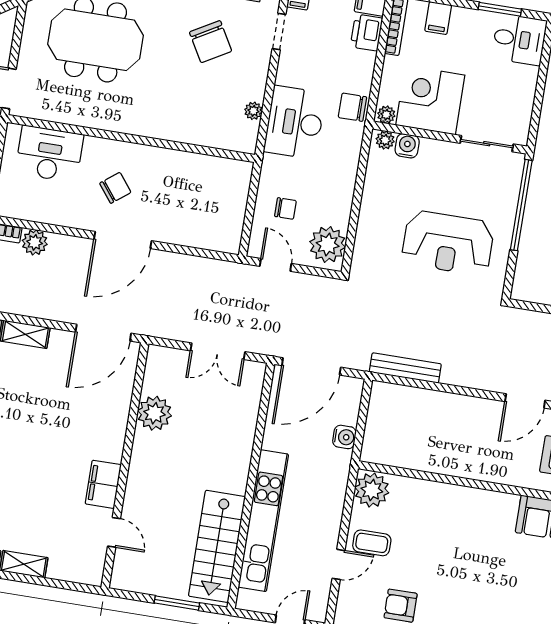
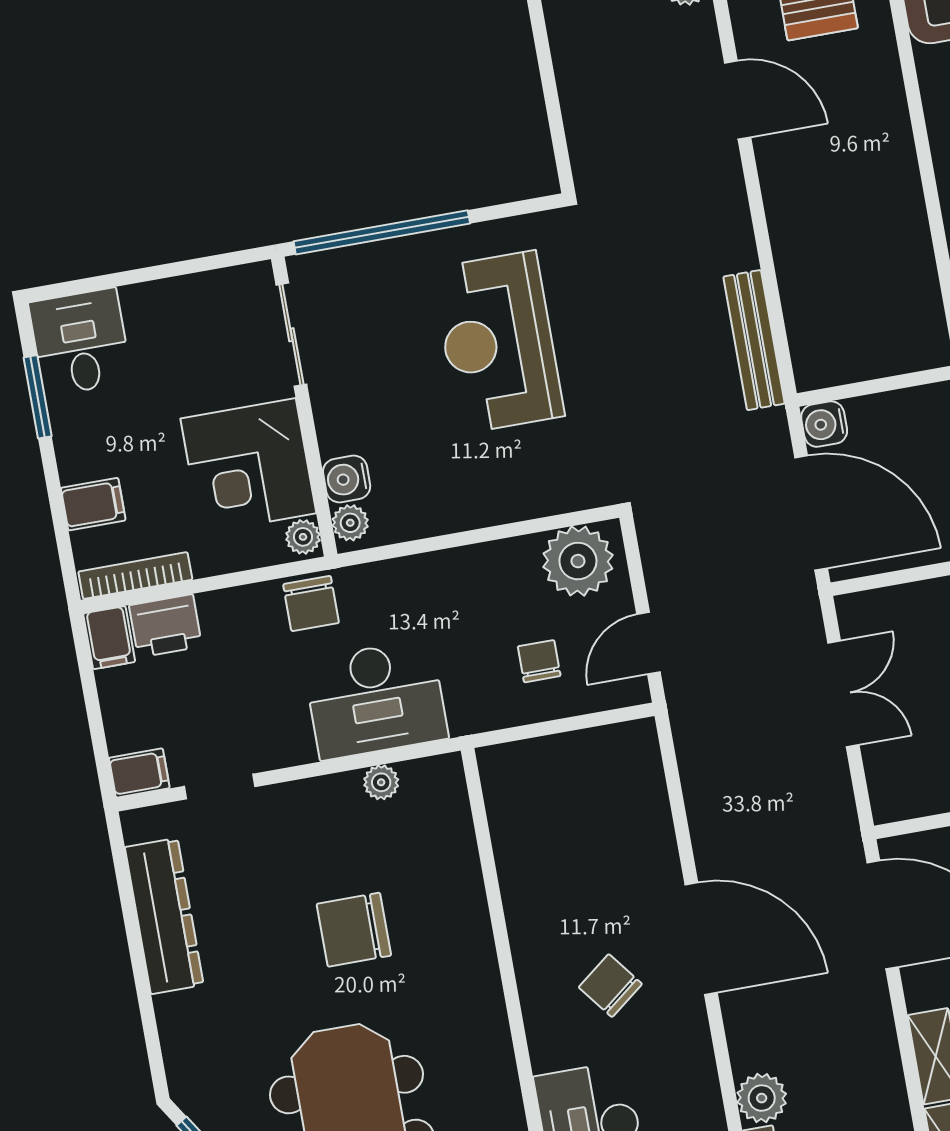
chair: (211, 42) -> (354, 930), moved, turned -150
reception desk: (448, 243) -> (498, 342), turned 180
water cooler: (344, 437) -> (824, 424), moved, turned -90

